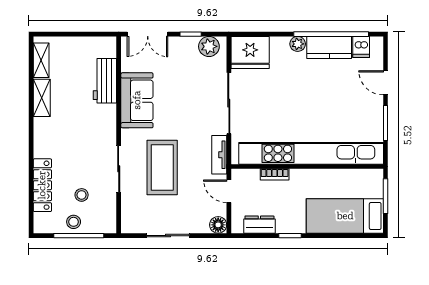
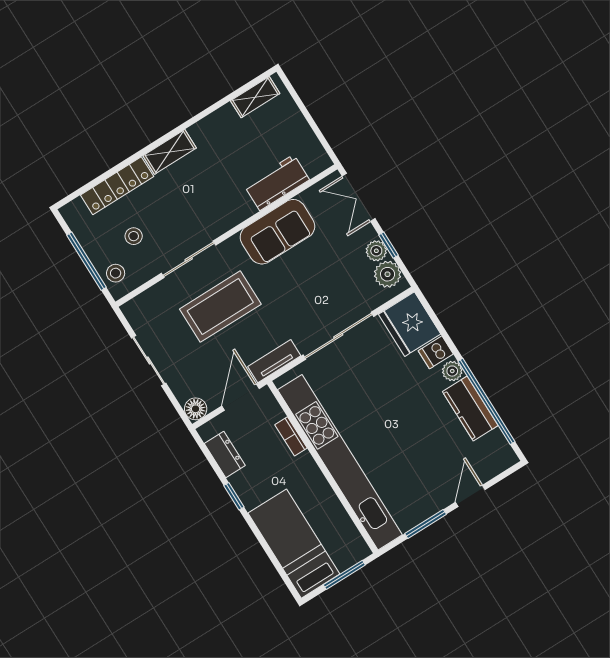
plant: (189, 44) -> (376, 251), added
dishwasher: (361, 47) -> (436, 352), moved
shelving: (42, 98) -> (170, 152), moved
door: (229, 191) -> (241, 397), width x1.38
stool: (74, 222) -> (116, 273), moved

